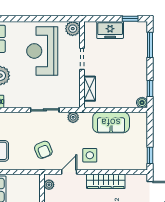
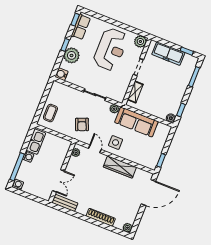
freezer: (110, 30) -> (168, 54), width x1.40
reception desk: (42, 51) -> (111, 49), turned 180
sofa: (111, 122) -> (136, 122), width x1.36
door: (69, 172) -> (95, 149), hinge flipped

